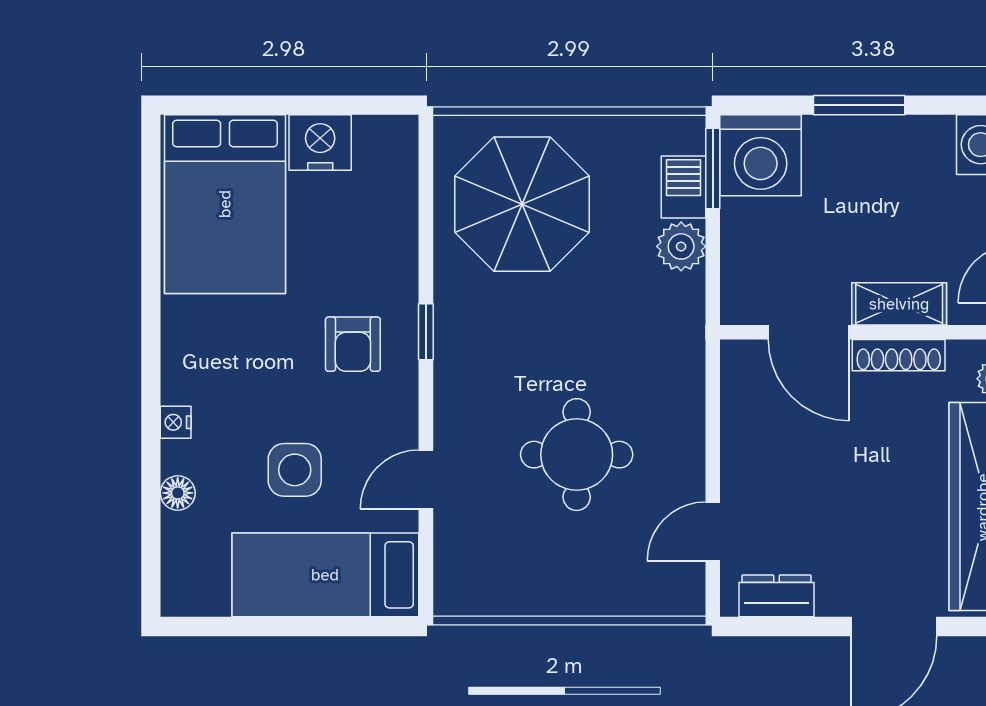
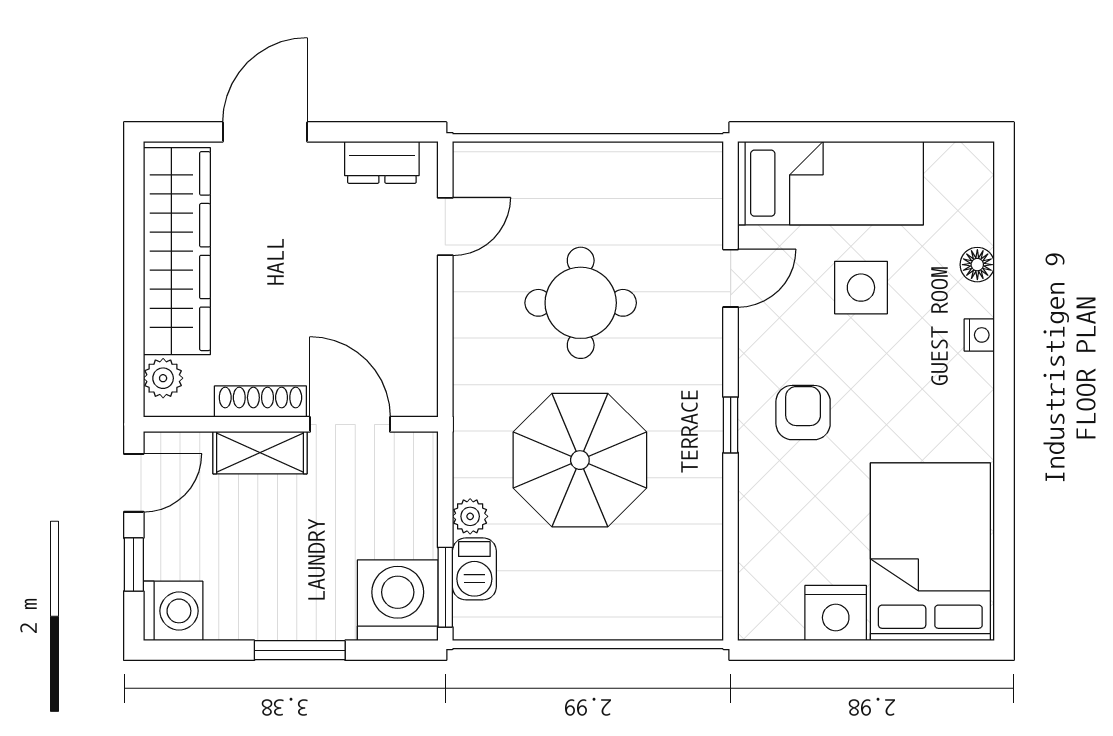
parasol: (522, 204) -> (580, 460), moved
plant: (681, 246) -> (470, 516), width x0.73, depth x0.73

